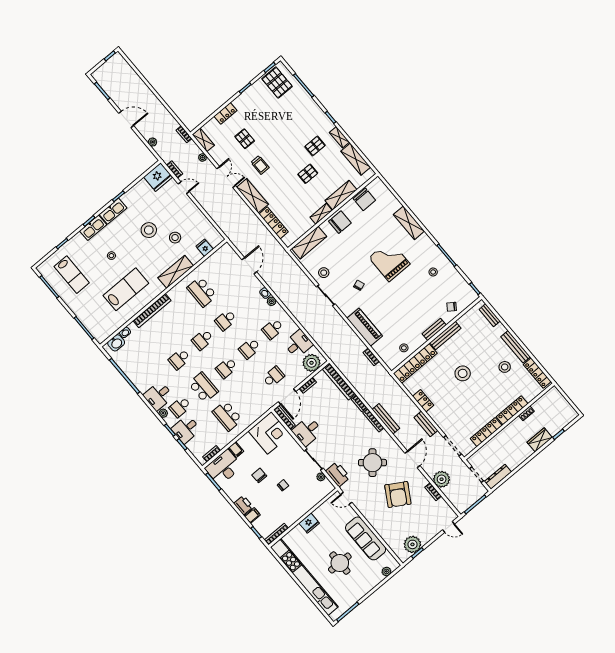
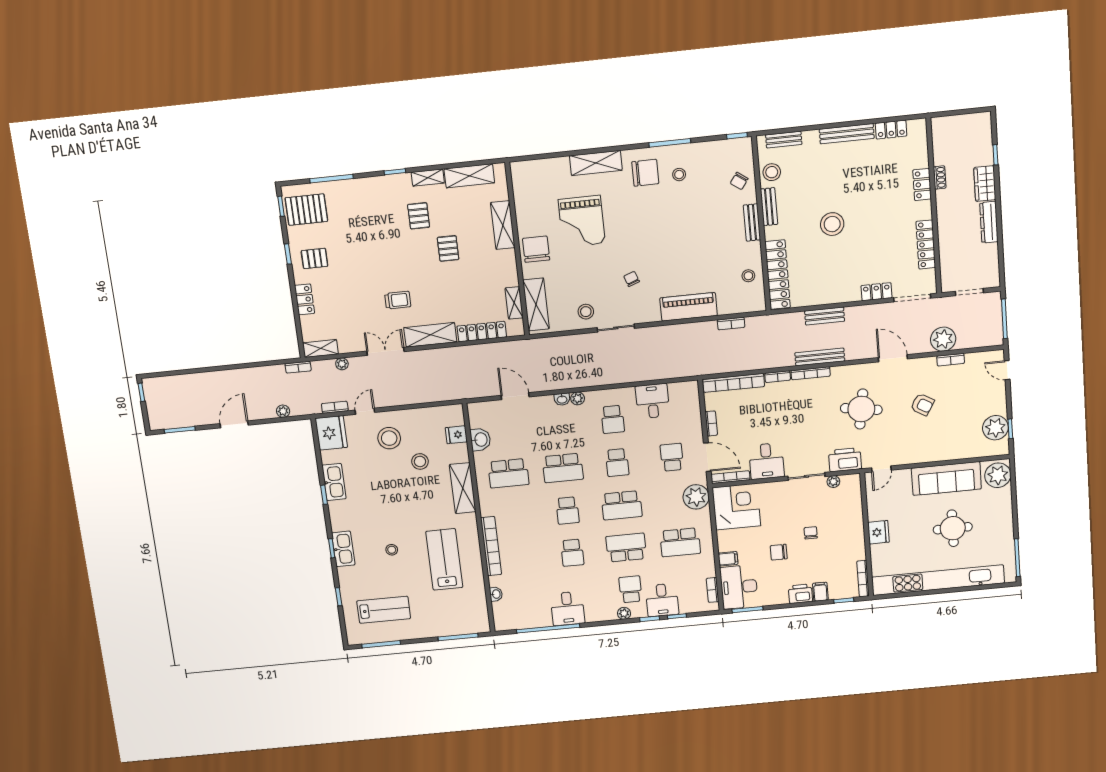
pallet: (245, 139) -> (314, 258), moved
chair: (364, 199) -> (645, 173), moved
kitchen sink: (113, 211) -> (334, 482), moved
shelving: (321, 214) -> (514, 303), moved
stool: (149, 230) -> (389, 438), moved
grand piano: (389, 261) -> (582, 221), moved, turned -90
school desk: (226, 320) -> (563, 468), width x1.85
bench: (445, 335) -> (769, 207), width x0.73
washbasin: (116, 343) -> (480, 440), moved
plant: (311, 363) -> (696, 497), moved
stool: (505, 367) -> (772, 172), moved
school desk: (226, 368) -> (622, 505), width x1.85
locker: (537, 373) -> (891, 130), width x0.66
desk: (158, 396) -> (568, 608), moved
locker: (423, 401) -> (876, 292), moved
school desk: (180, 407) -> (631, 589), turned 180
locker: (512, 410) -> (922, 184), width x0.66
bench: (426, 424) -> (825, 316), moved
round table: (372, 463) -> (861, 409), turned -31
dresser: (498, 477) -> (989, 222), moved
armchair: (398, 494) -> (922, 405), width x0.53, depth x0.53
door: (449, 527) -> (1007, 370), swing flipped
plant: (386, 571) -> (998, 475), width x1.88, depth x1.88

